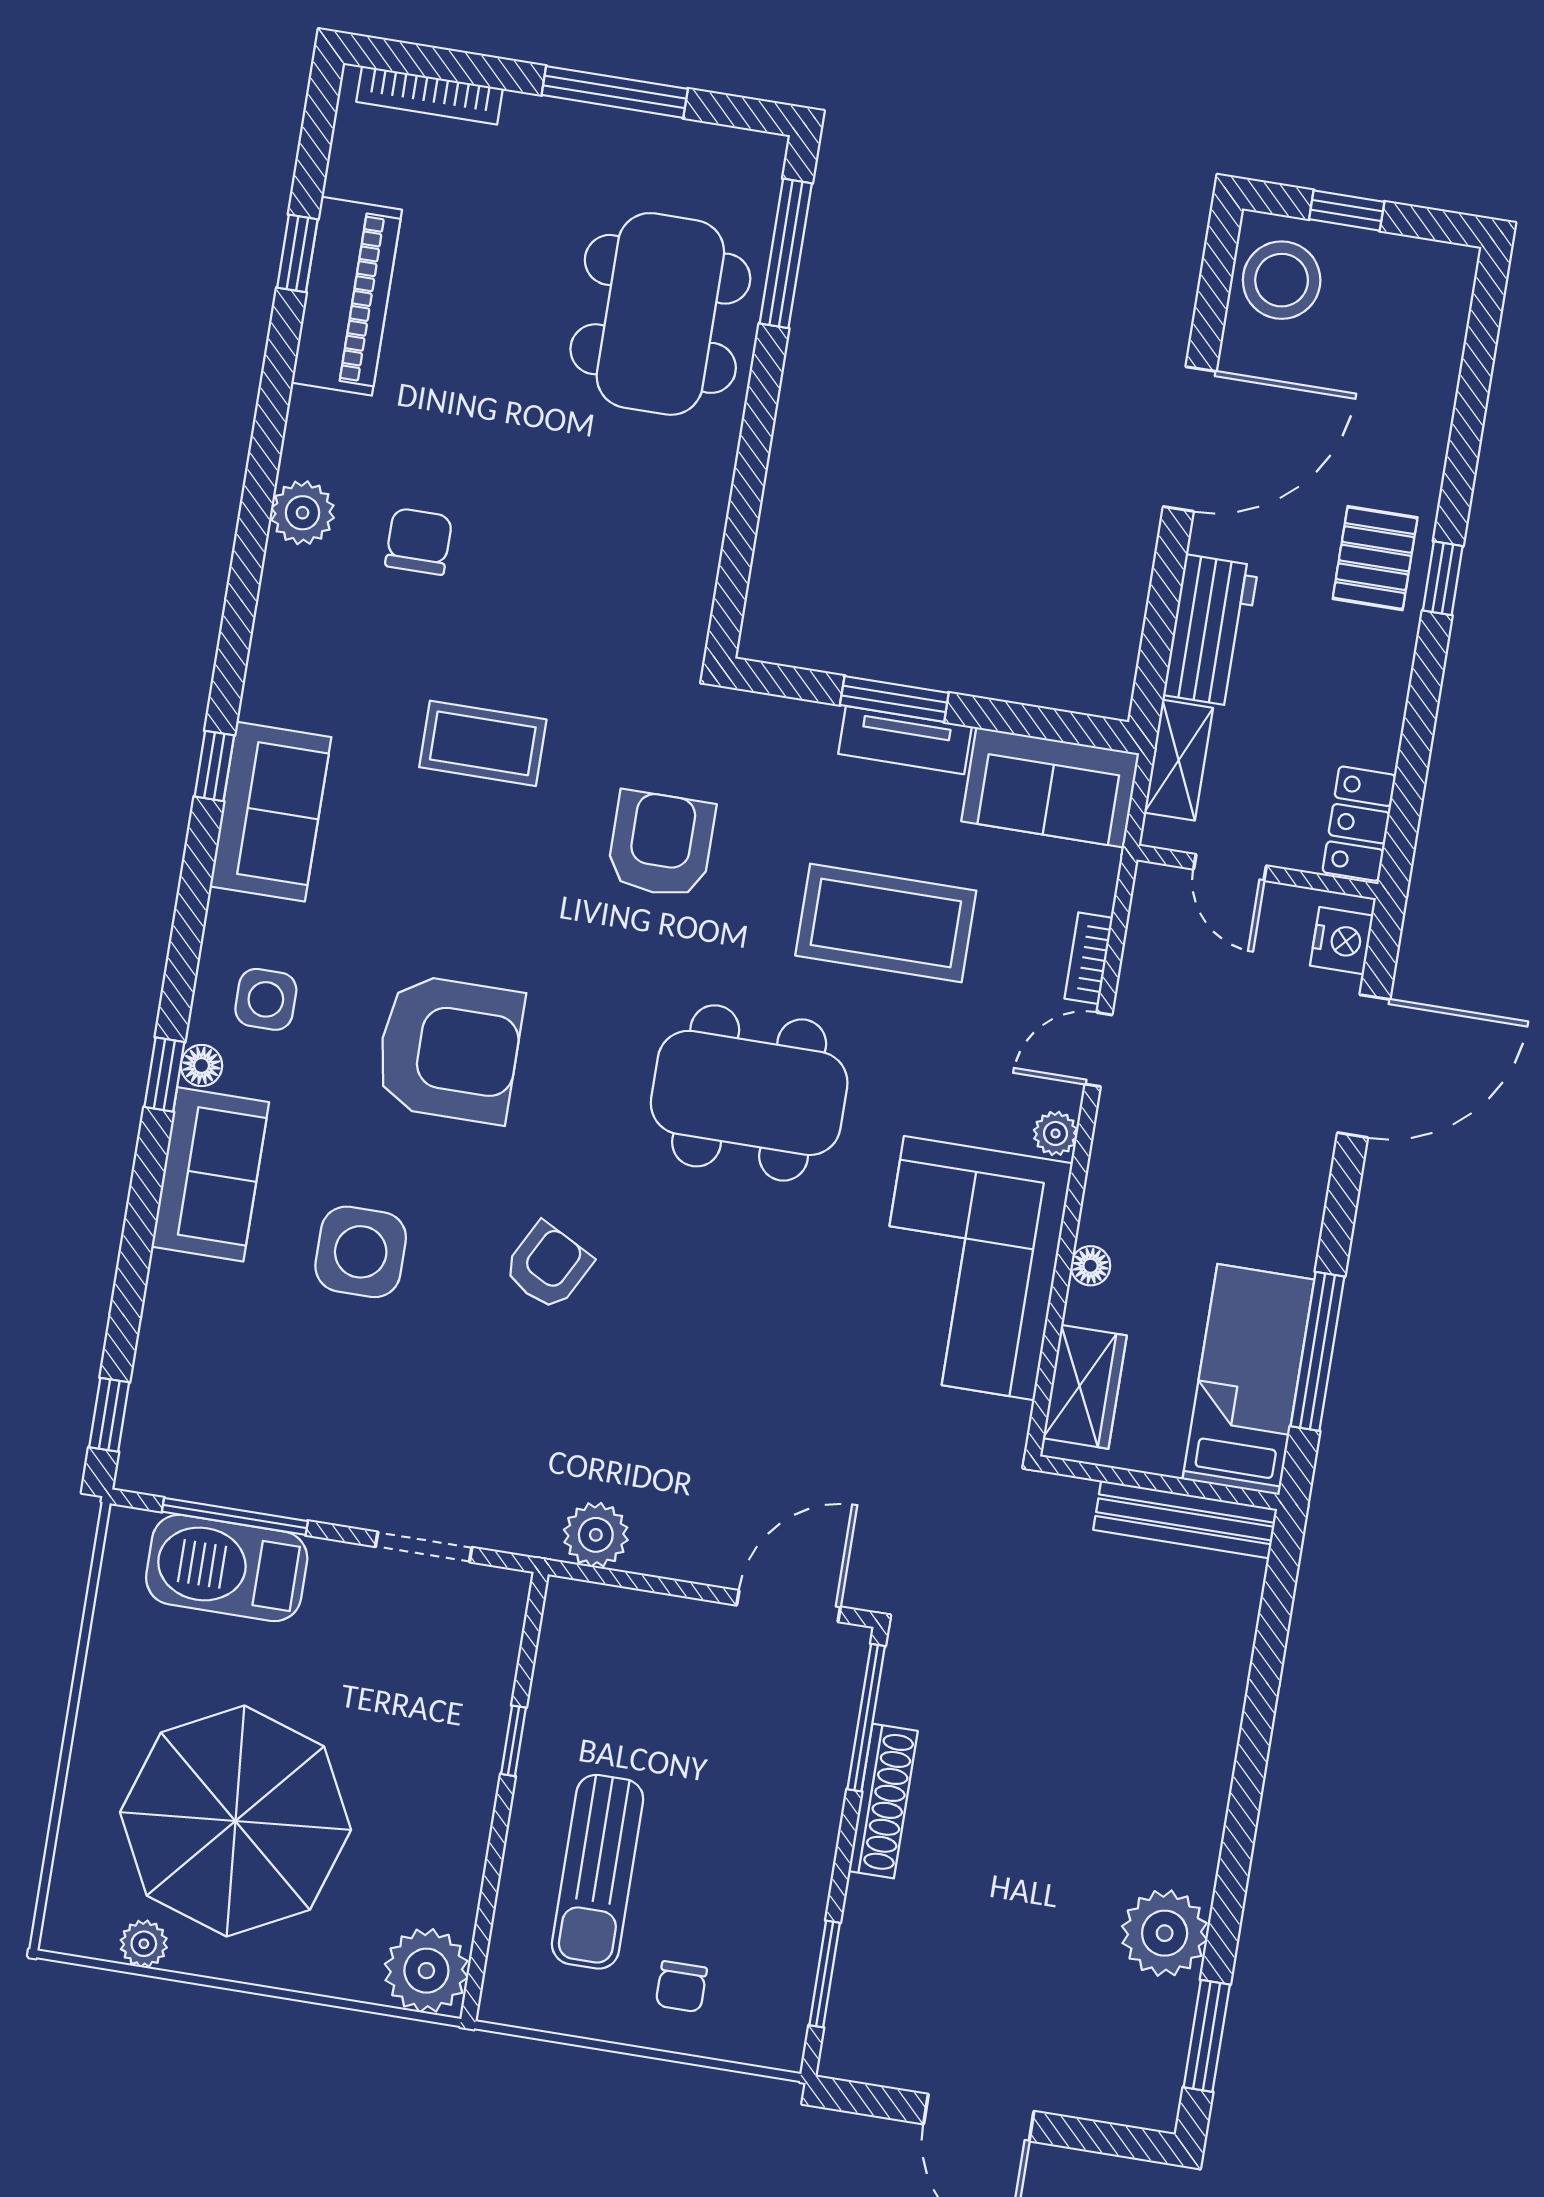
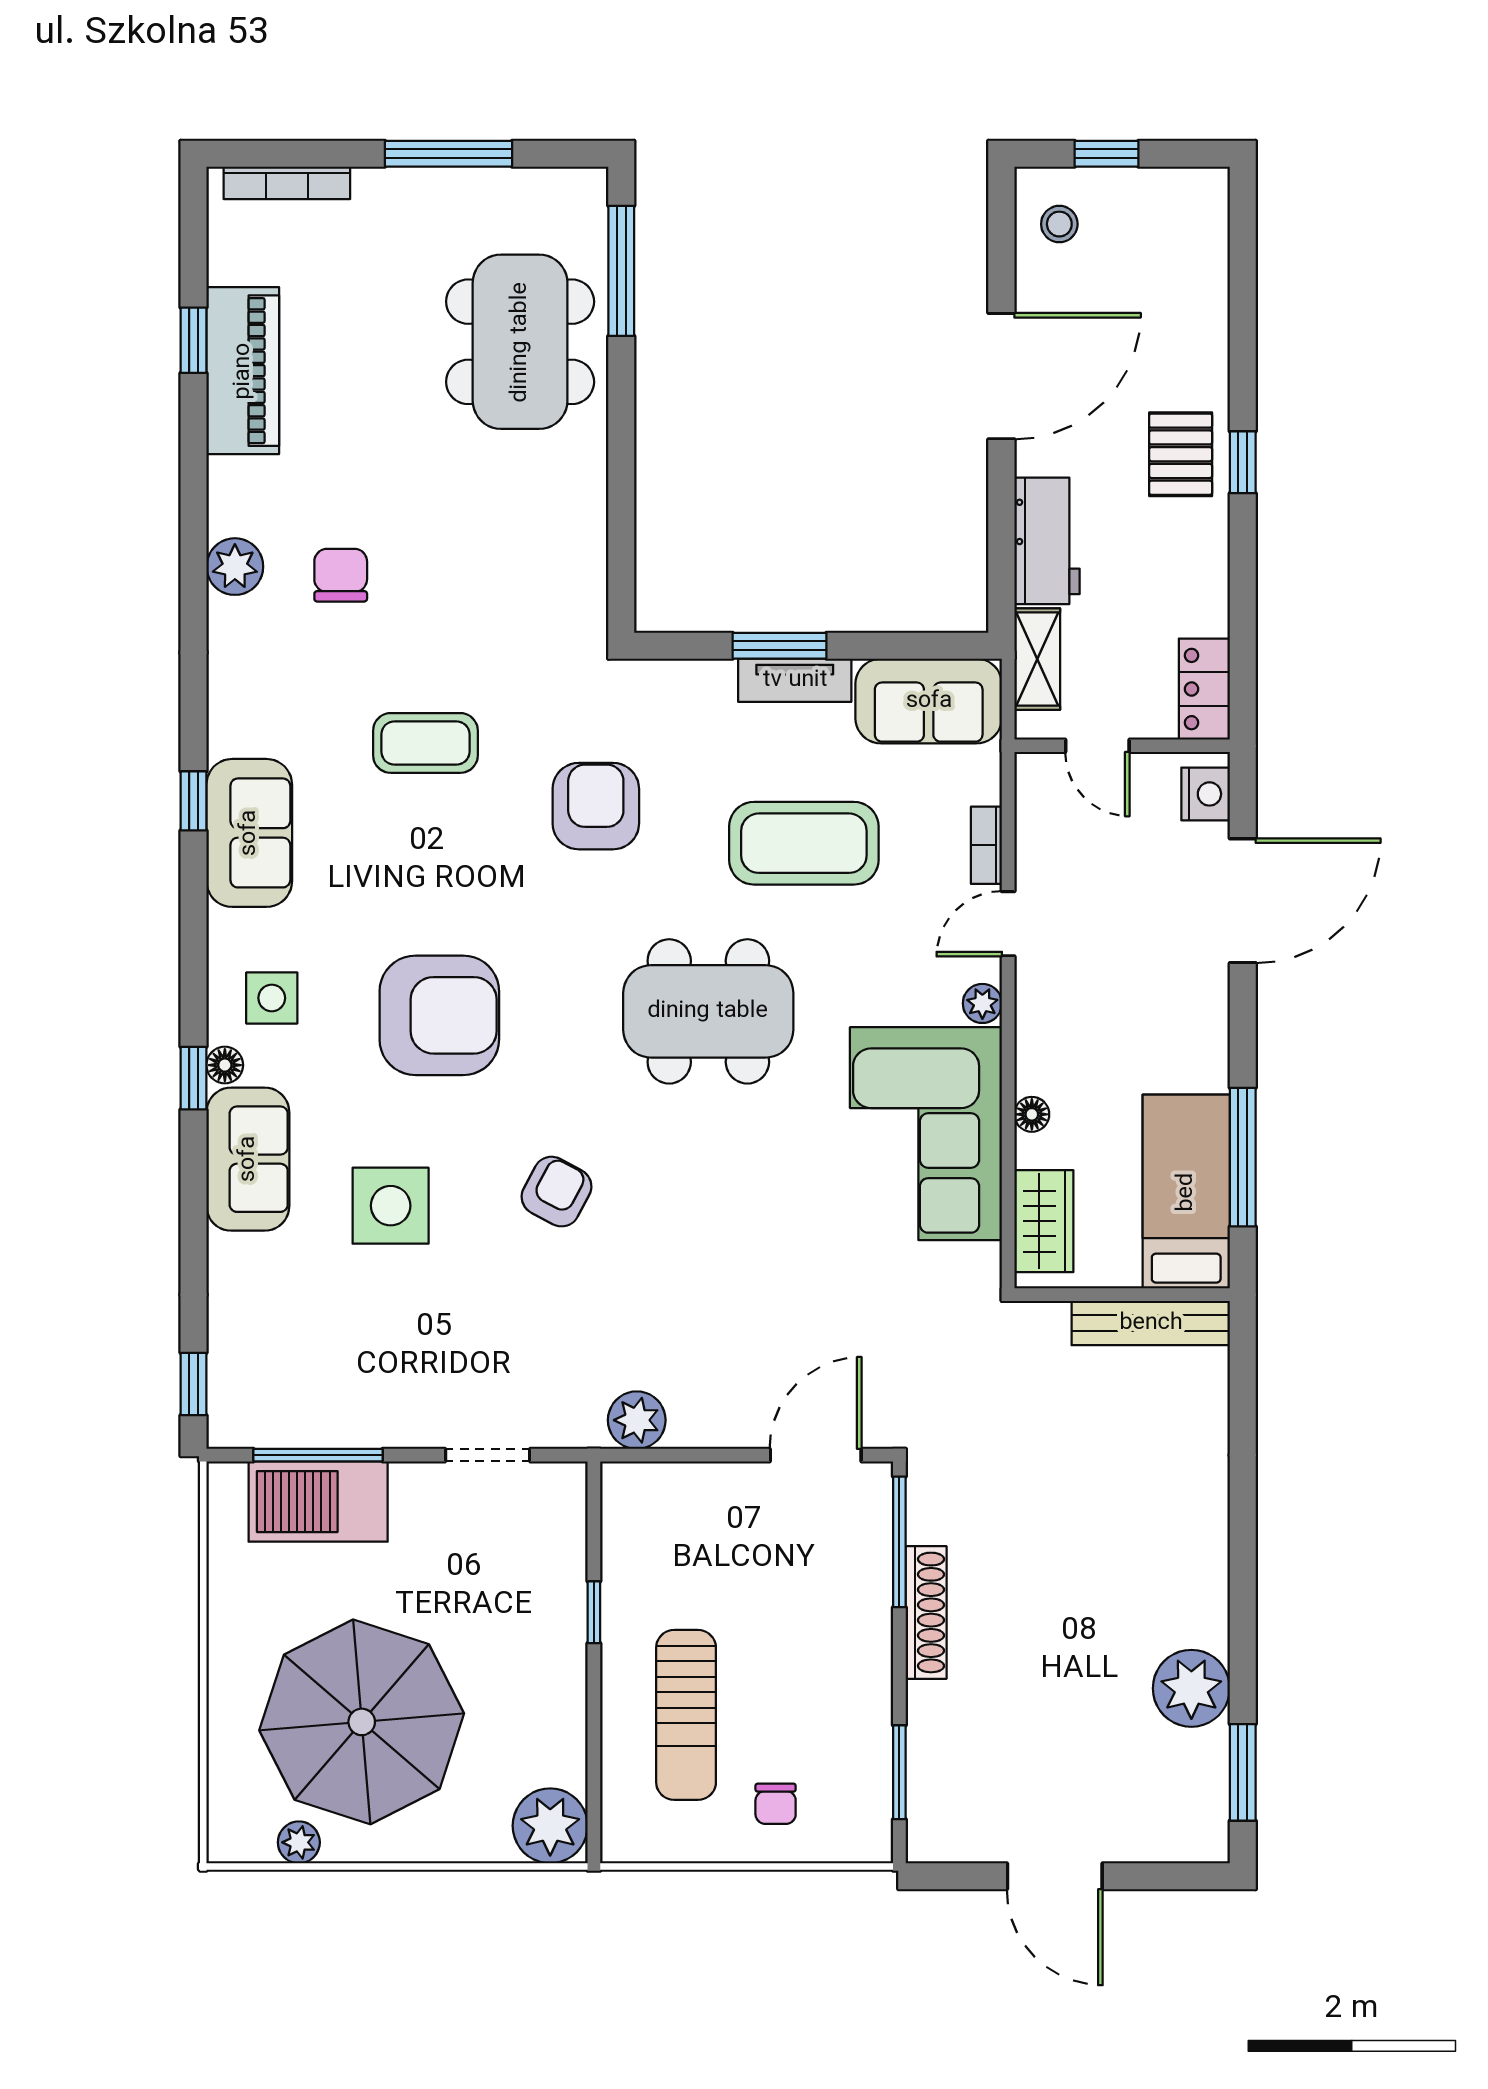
stool: (1282, 280) -> (1059, 224), width x0.53, depth x0.53

